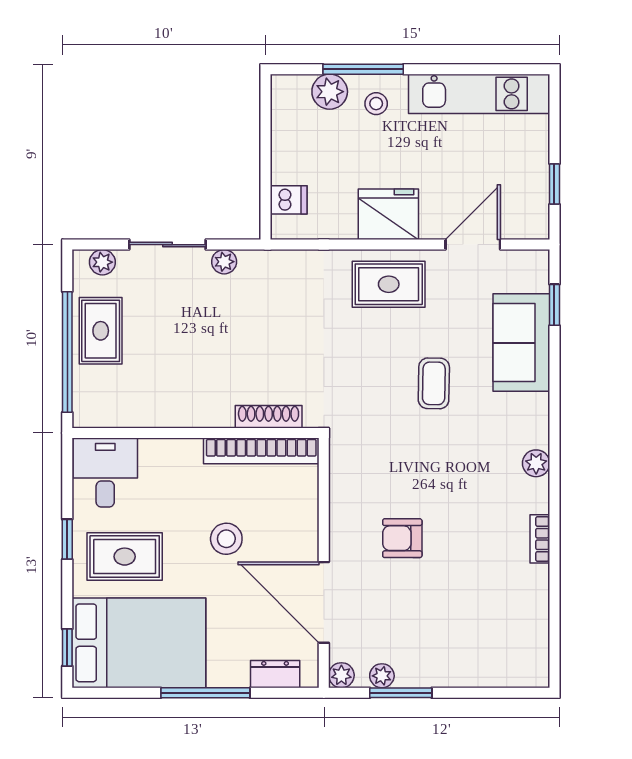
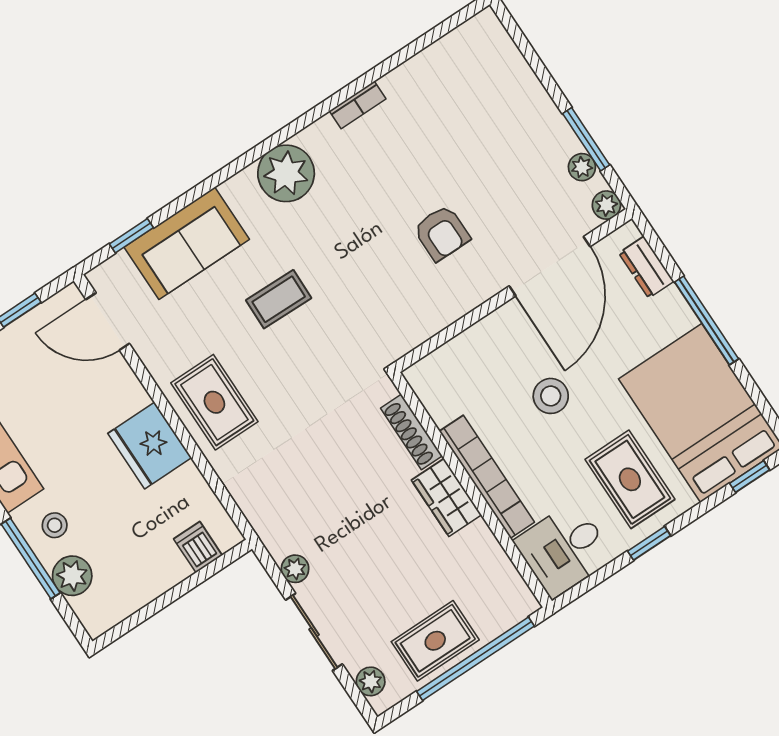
door: (473, 245) -> (108, 322), moved
wardrobe: (202, 410) -> (446, 497), added
bookcase: (261, 451) -> (487, 477), moved
plant: (536, 463) -> (286, 173), width x1.87, depth x1.87

